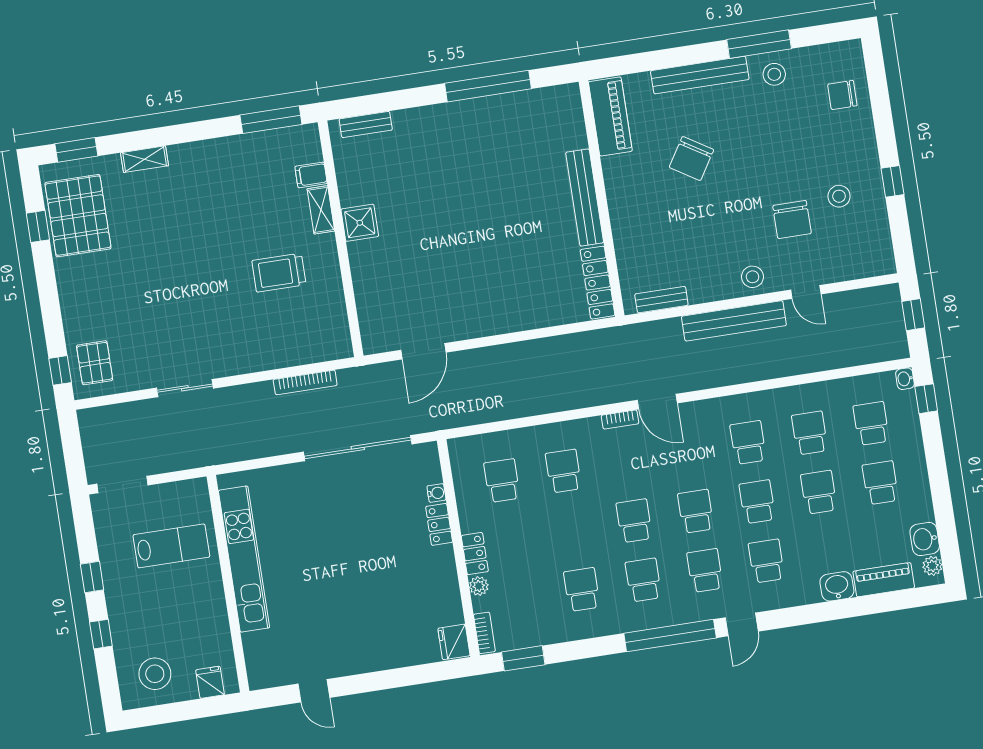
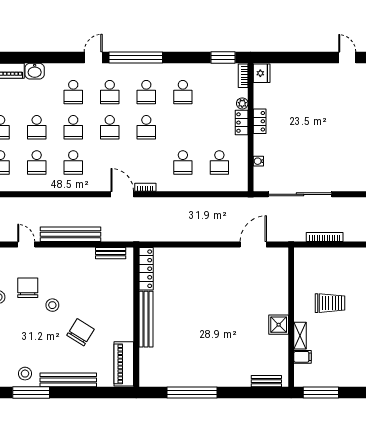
stool: (753, 277) -> (52, 305), moved
locker: (439, 524) -> (260, 121), moved

